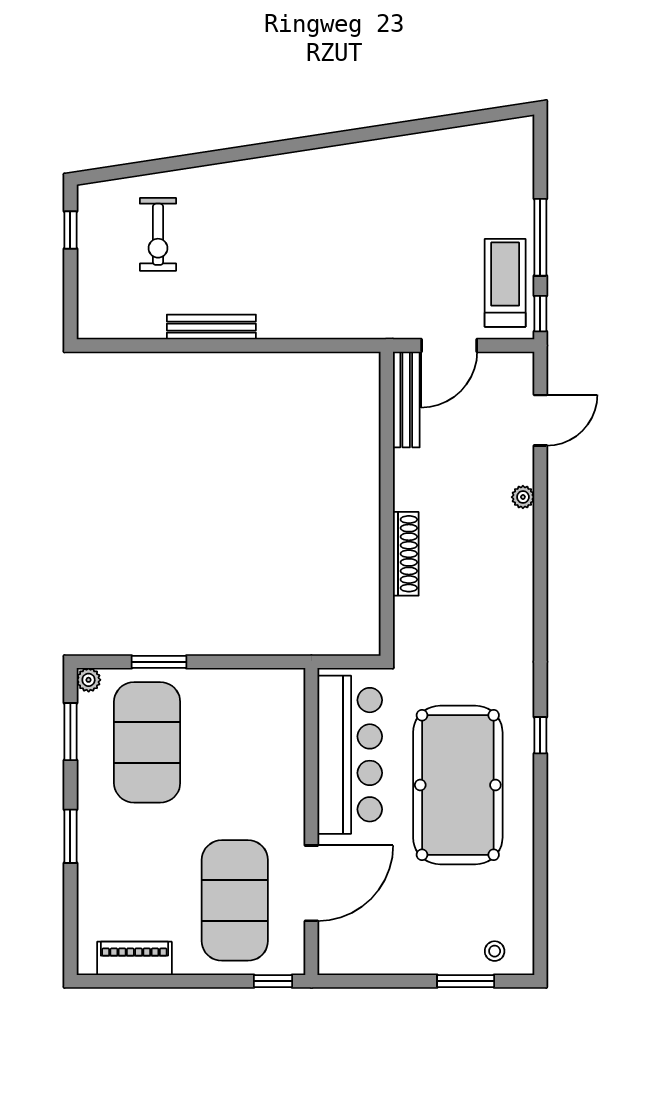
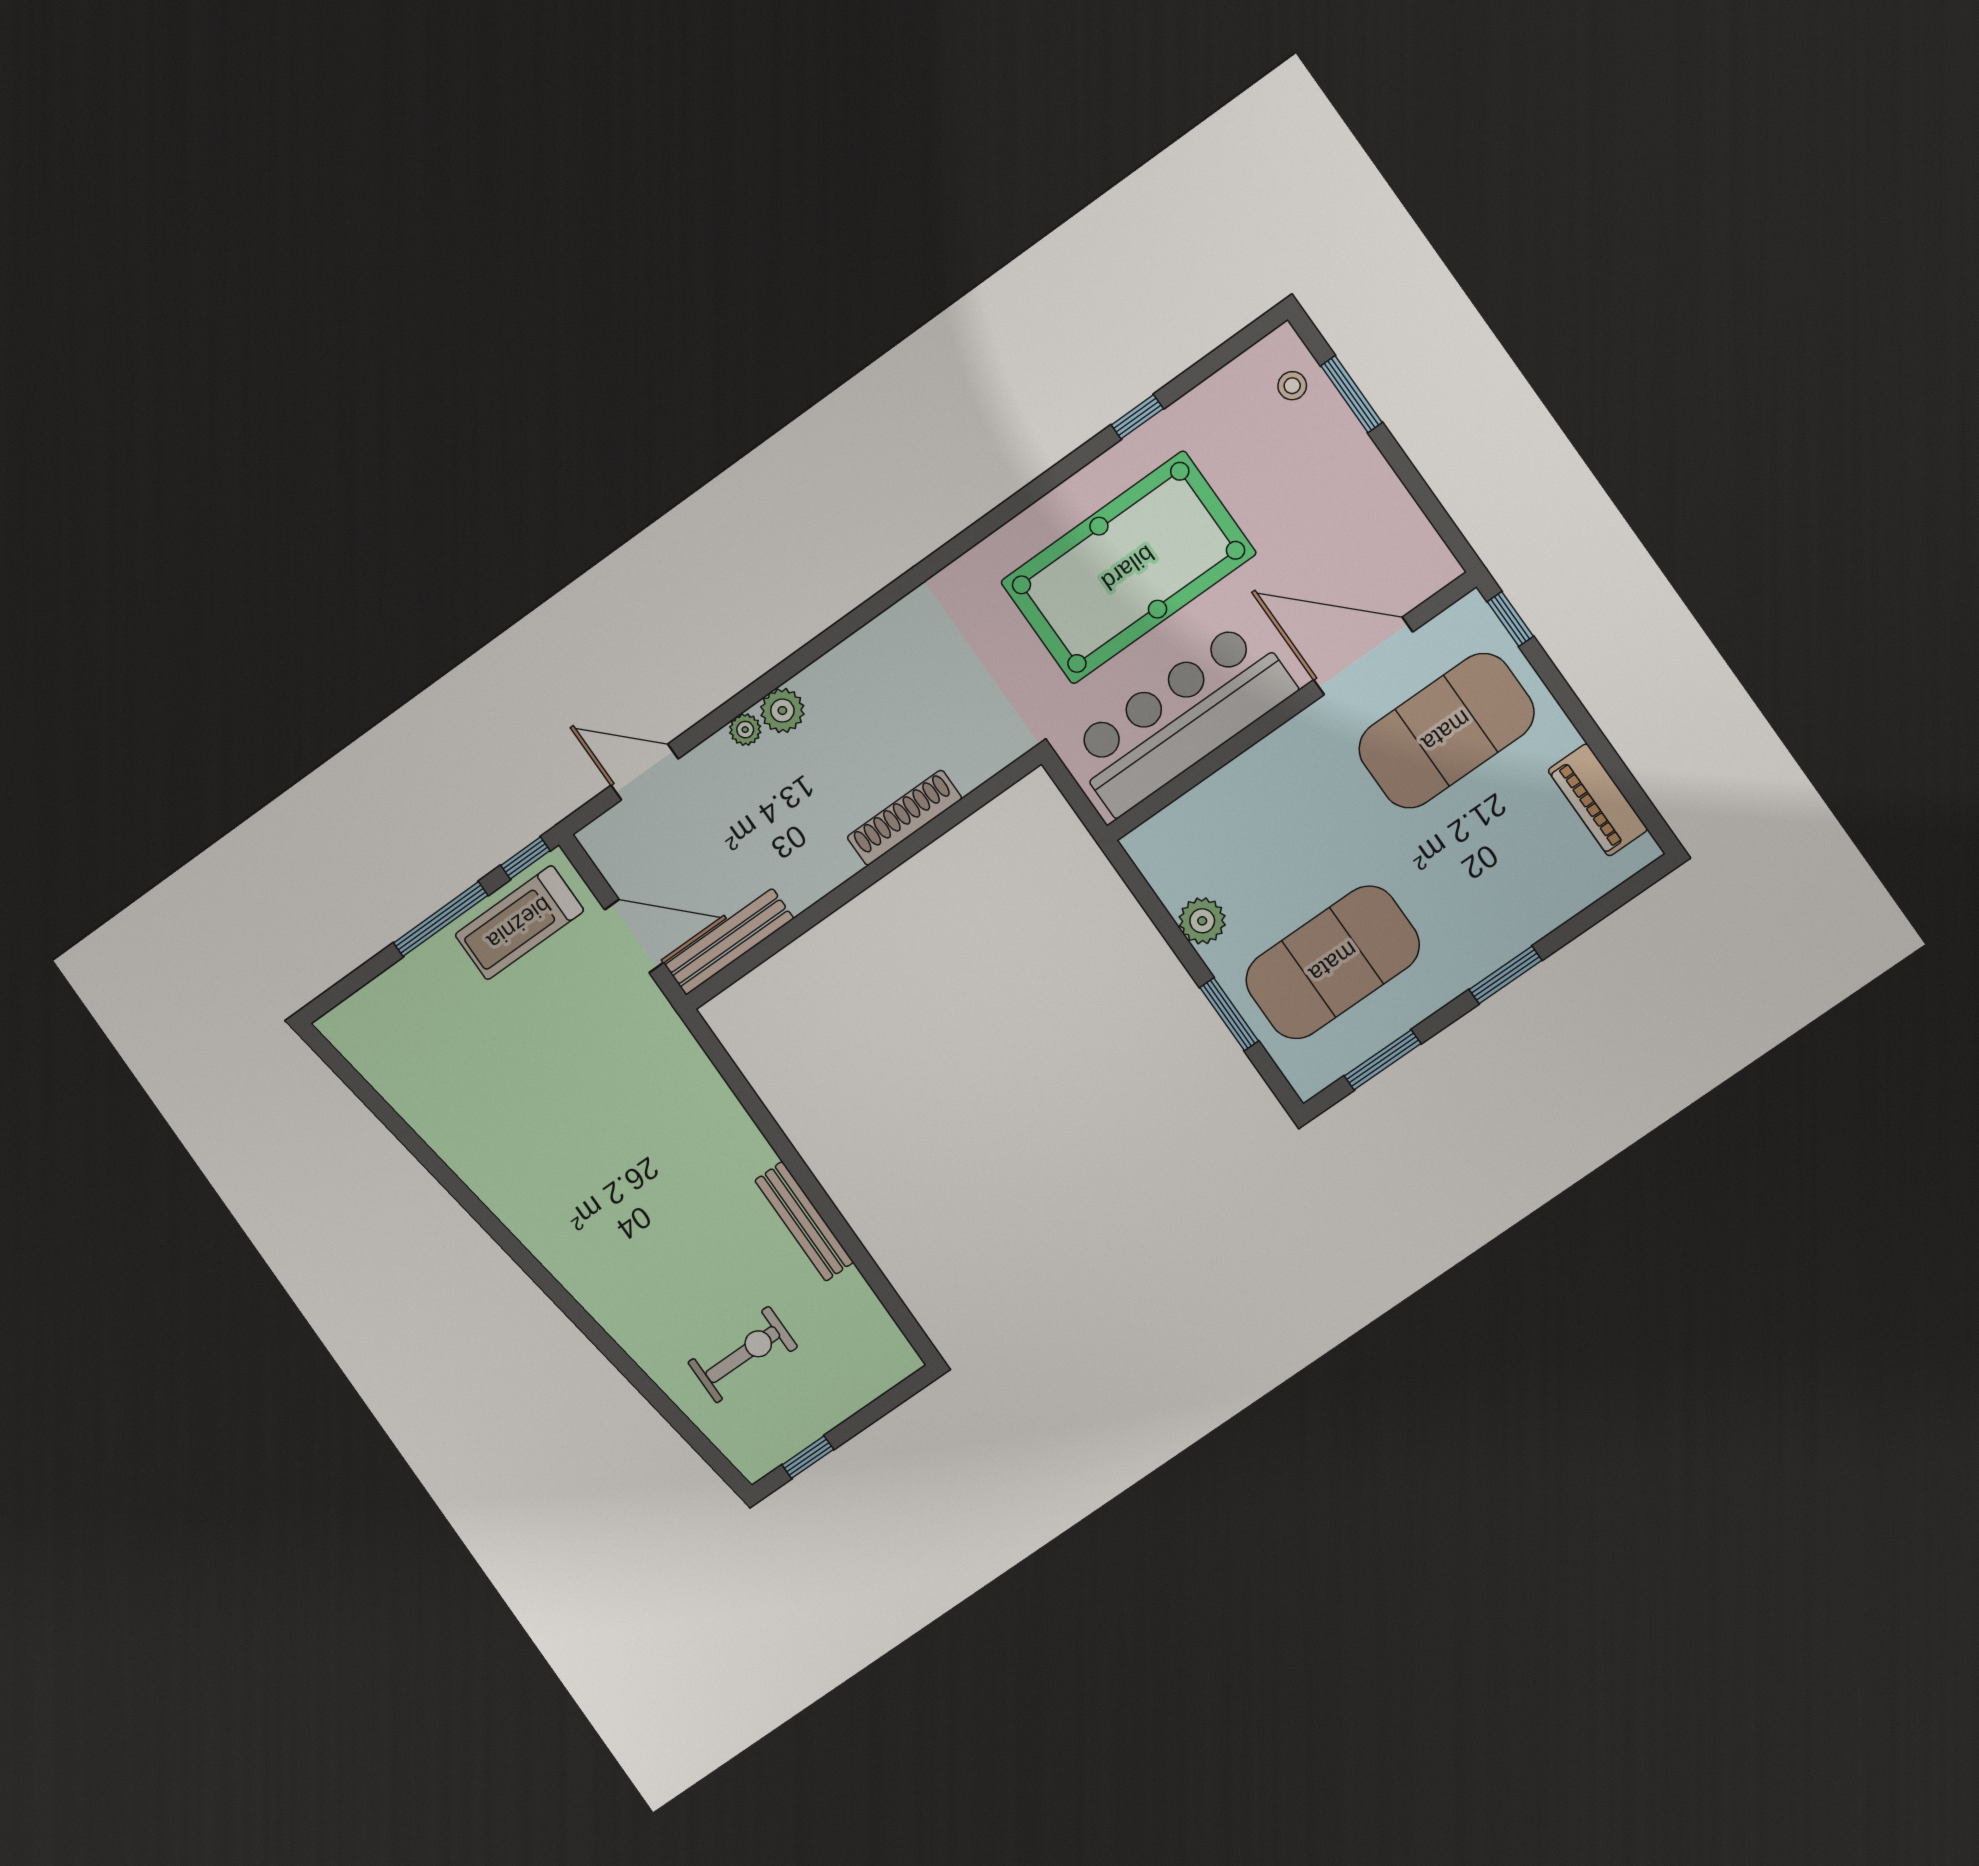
plant: (518, 527) -> (782, 711), added
plant: (89, 680) -> (1202, 921), moved, width x1.38, depth x1.38
window: (540, 735) -> (1137, 417), moved

